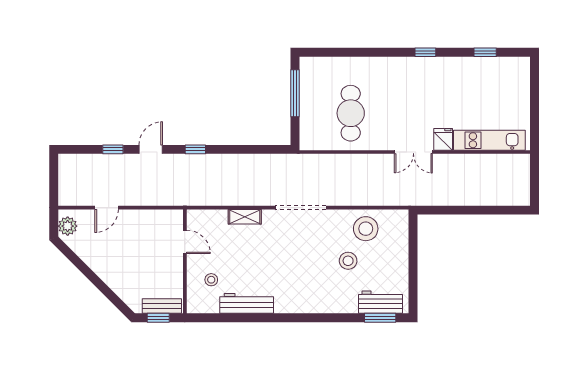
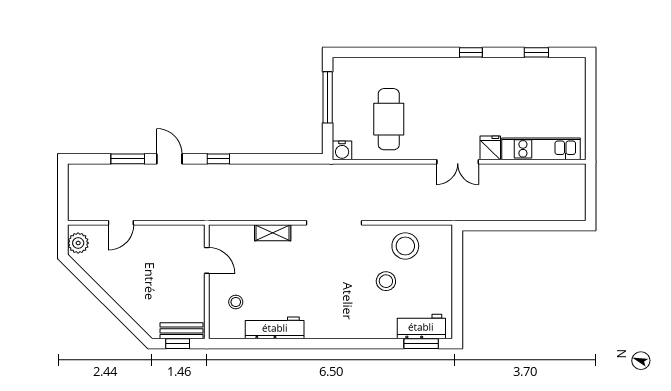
water cooler: (308, 142) -> (342, 150), added
window: (113, 149) -> (128, 159), width x1.50
door: (151, 149) -> (169, 159), hinge flipped

